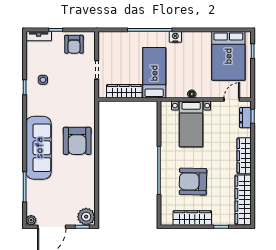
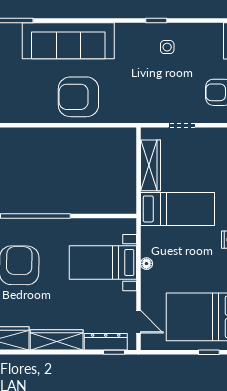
dresser: (245, 118) -> (106, 342), width x1.44

